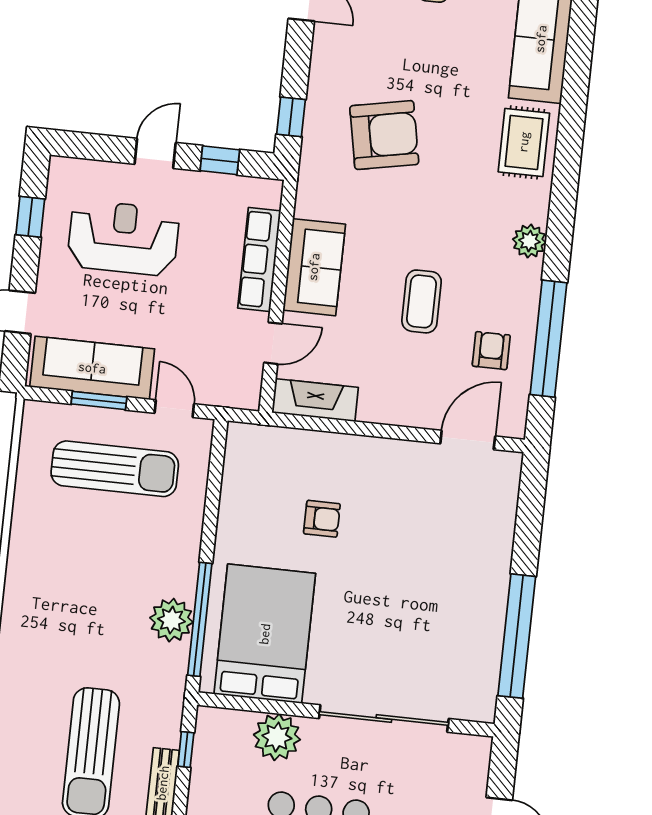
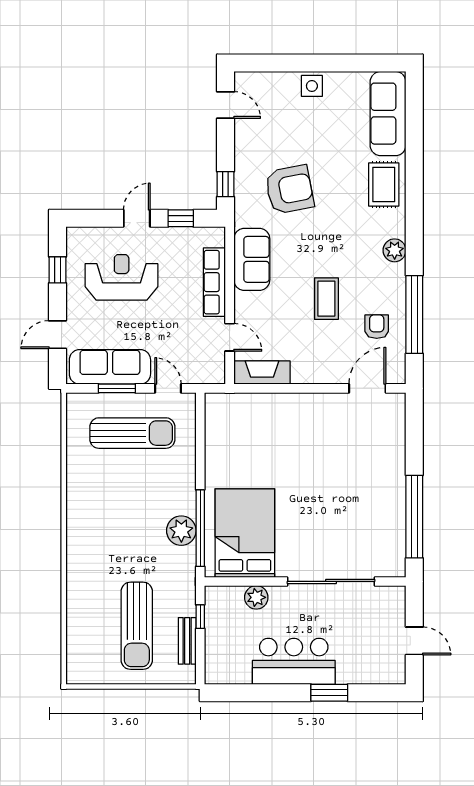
sofa: (314, 267) -> (252, 259), moved
door: (273, 343) -> (230, 337), hinge flipped
armchair: (322, 519) -> (275, 452), removed
plant: (277, 737) -> (256, 597), width x0.73, depth x0.73

